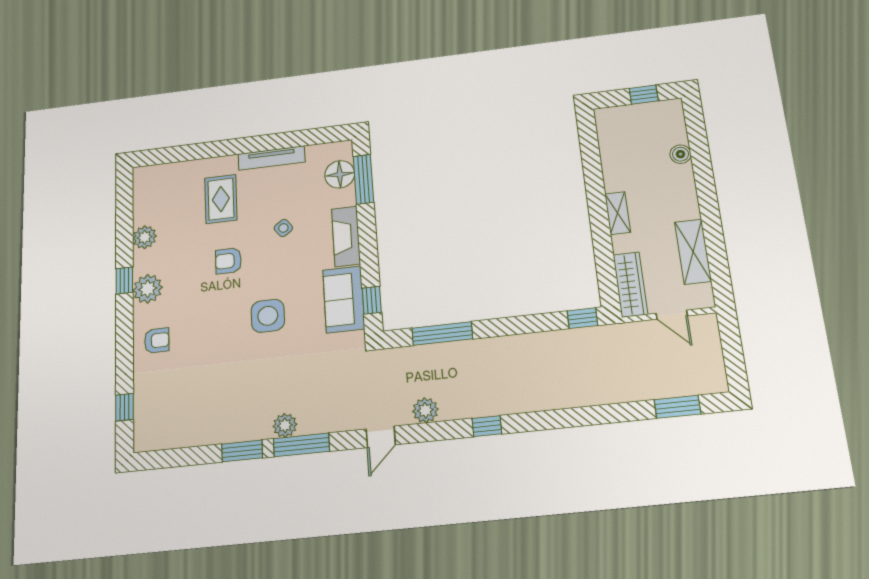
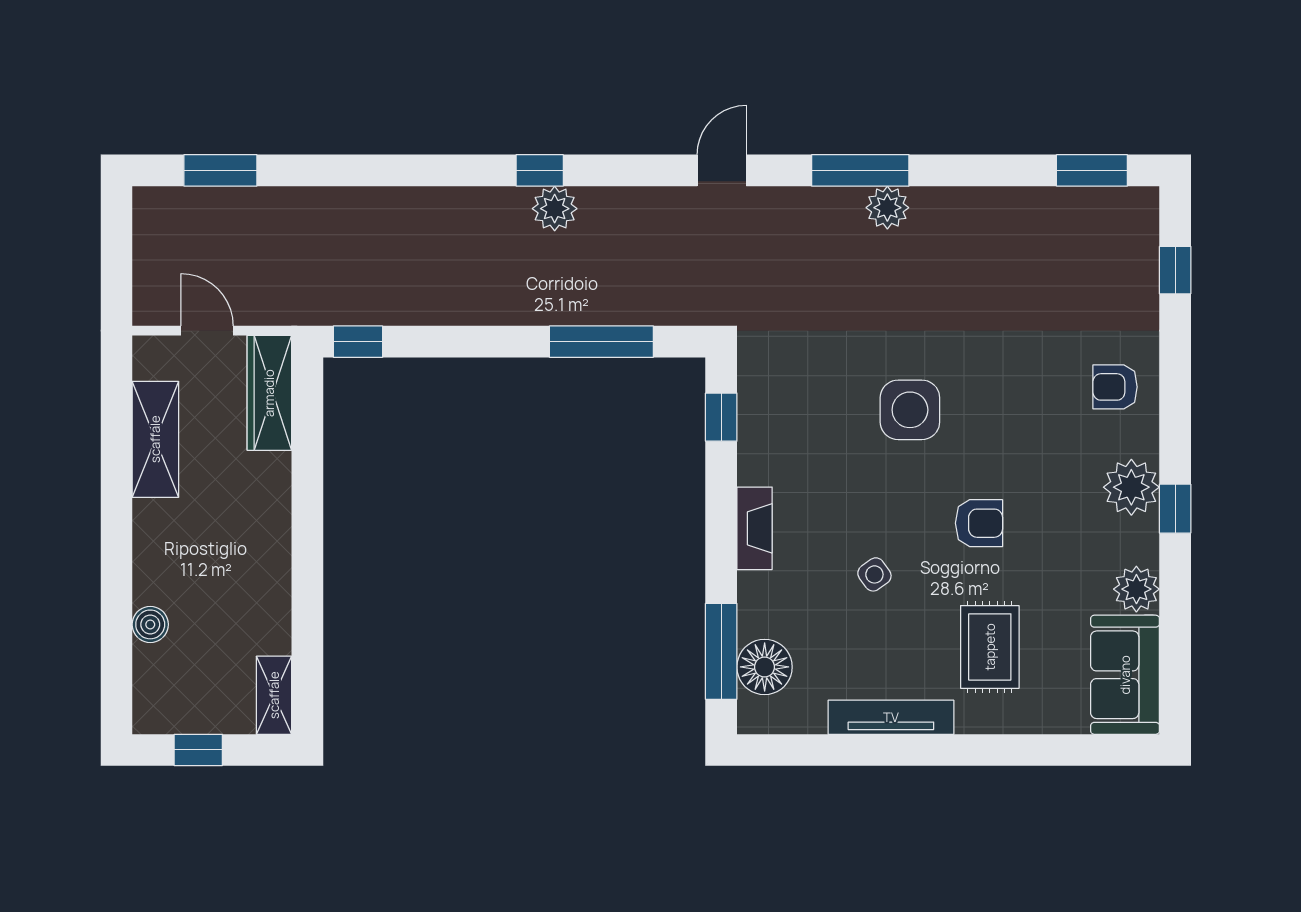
shelving: (618, 213) -> (274, 695), moved
fireplace: (346, 236) -> (755, 528), width x0.73, depth x0.76
sofa: (344, 299) -> (1125, 675), moved, turned 180
plant: (425, 410) -> (555, 209), moved
window: (242, 451) -> (1092, 170), moved

